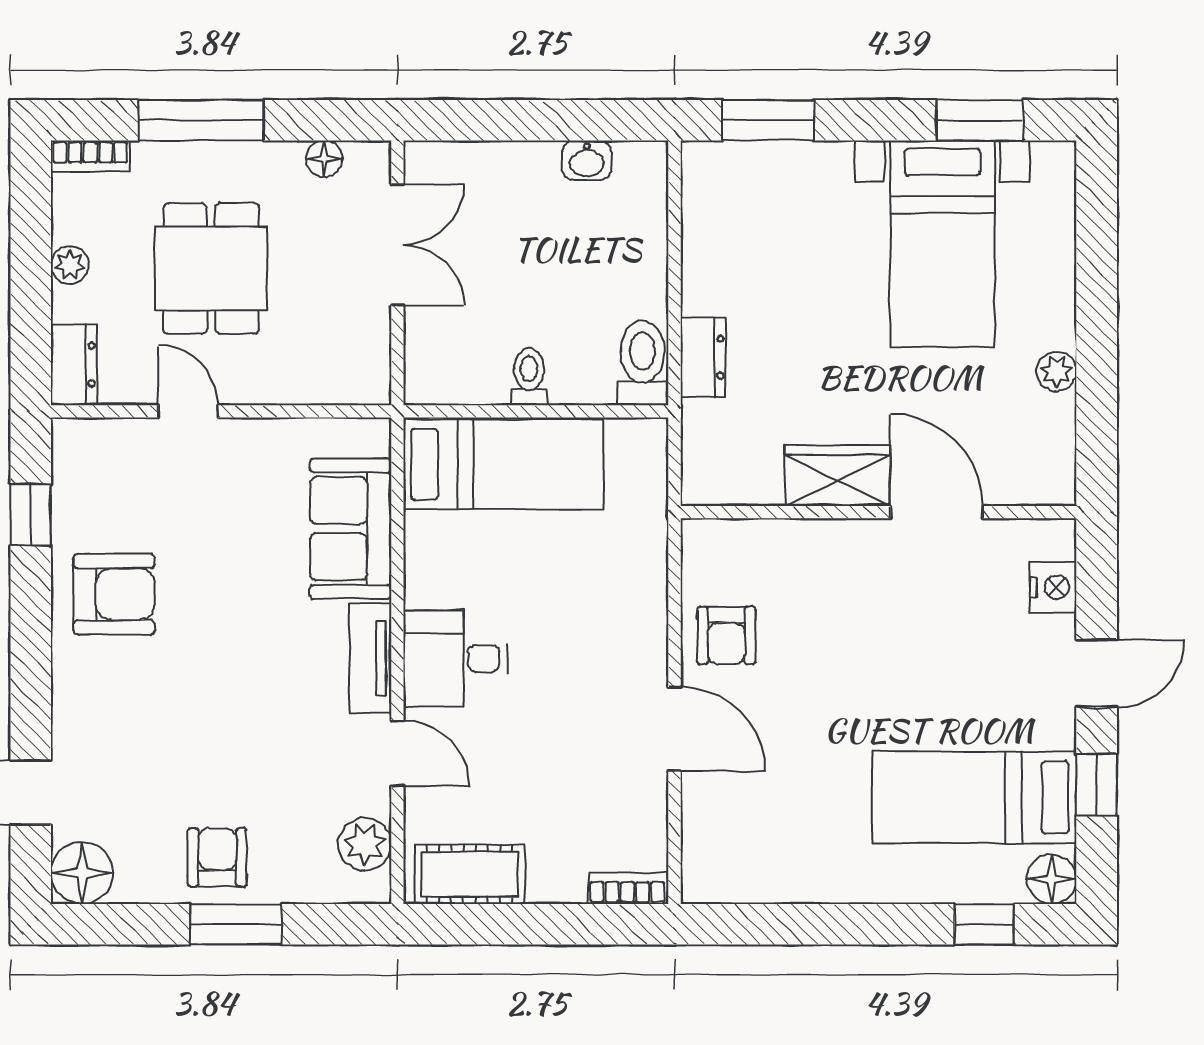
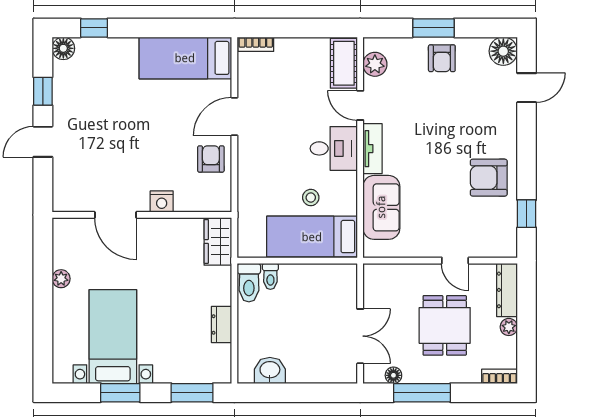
window: (201, 120) -> (422, 393), moved
window: (980, 120) -> (120, 393), moved
washbasin: (587, 160) -> (270, 370), width x1.38, depth x1.45
double door: (397, 245) -> (360, 336), swing flipped
dresser: (703, 357) -> (222, 325), moved
dresser: (74, 365) -> (507, 290), width x1.44
toilet: (529, 377) -> (270, 276), moved
wardrobe: (837, 476) -> (218, 241), moved, turned 90
stool: (506, 550) -> (311, 198), added
nightstand: (1053, 587) -> (162, 202), moved, turned -90
door: (674, 729) -> (234, 116), hinge flipped
bed: (974, 797) -> (185, 58), moved, turned 180
cot: (470, 874) -> (344, 63), moved, turned 90

